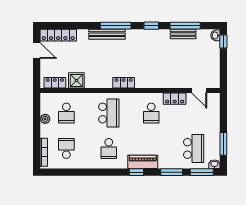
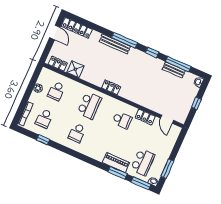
window: (223, 42) -> (196, 103), moved
school desk: (151, 113) -> (122, 120), turned -90
school desk: (66, 148) -> (44, 118), turned 180
piano: (143, 162) -> (116, 163), moved
window: (136, 172) -> (43, 140), moved

